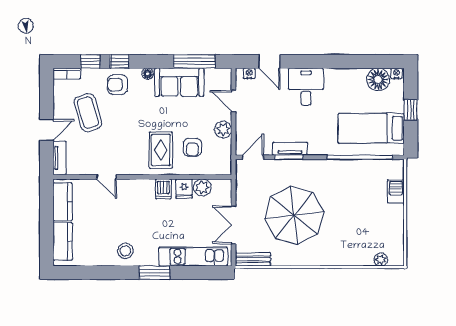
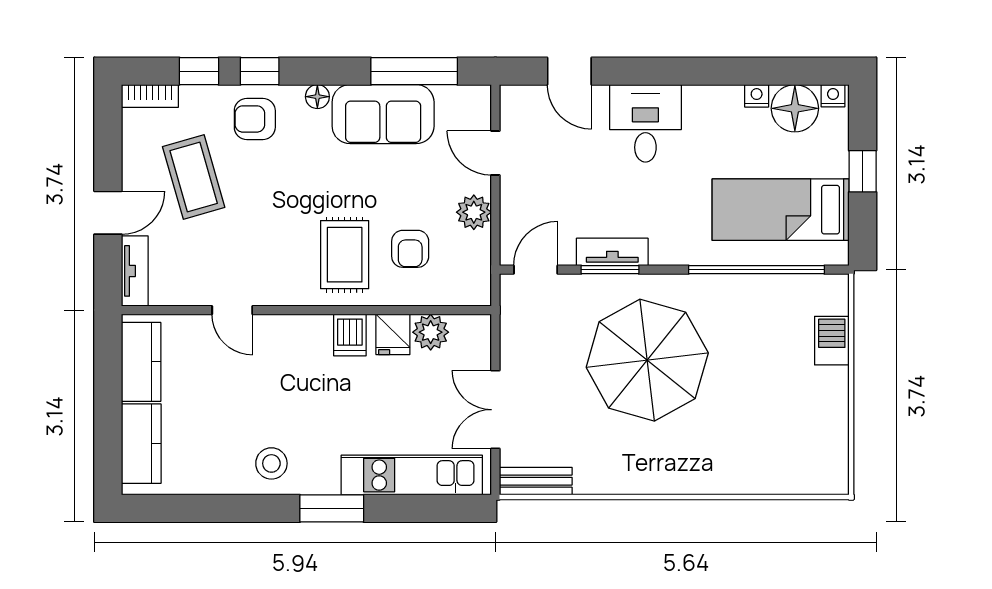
nightstand: (249, 73) -> (757, 96), moved
parasol: (294, 215) -> (647, 360), moved
plant: (381, 259) -> (800, 481), removed

